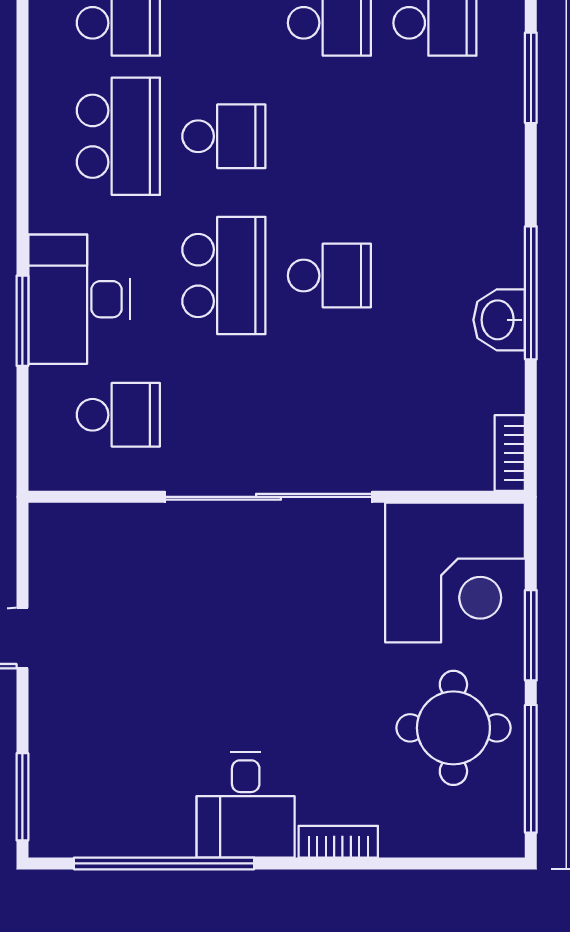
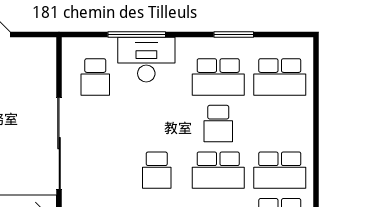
window: (22, 101) -> (234, 35), added
school desk: (224, 276) -> (218, 170), moved
window: (22, 321) -> (137, 35), width x1.44

